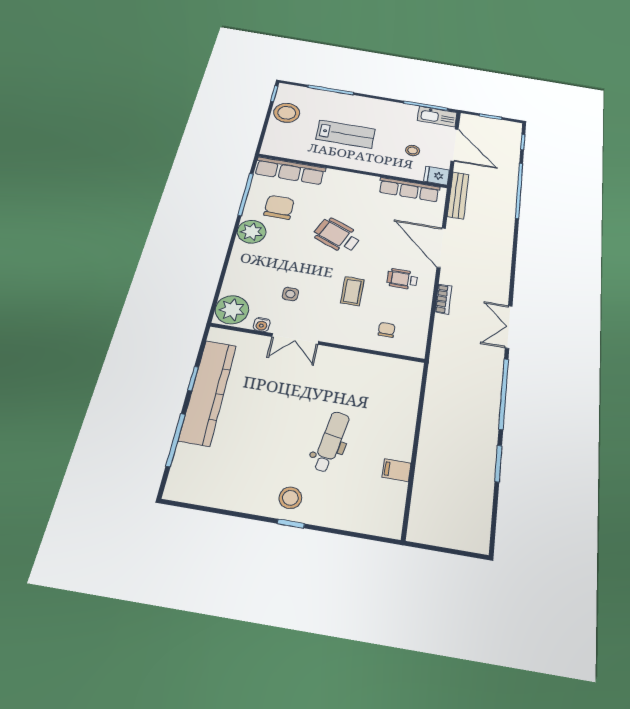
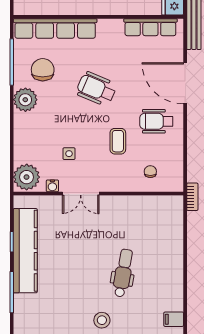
row of seats: (290, 171) -> (55, 28), width x1.36
wheelchair: (402, 279) -> (156, 121), width x1.36, depth x1.37
bookcase: (443, 299) -> (192, 197), moved
filing cabinet: (396, 470) -> (174, 319), moved

